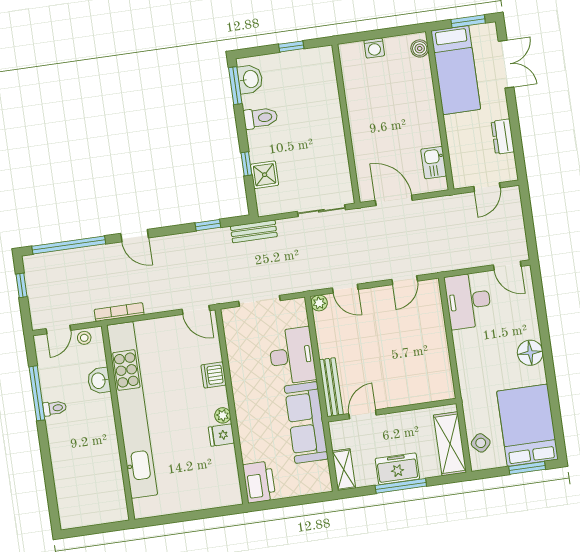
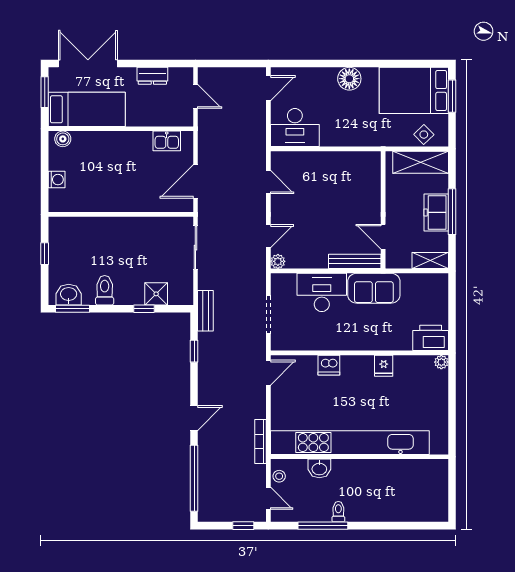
double door: (506, 64) -> (88, 64), width x1.37
window: (22, 285) -> (243, 526), moved
plant: (223, 415) -> (441, 362), moved
sofa: (306, 423) -> (374, 288), width x0.73

